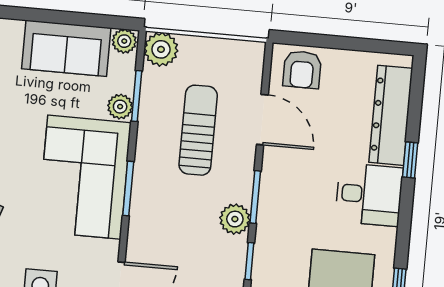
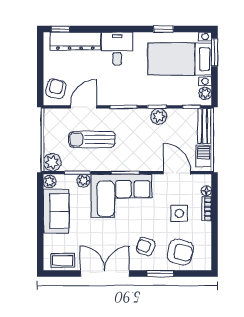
armchair: (302, 70) -> (56, 89), turned -78
window: (410, 160) -> (60, 29), moved
plant: (235, 219) -> (159, 116), moved

